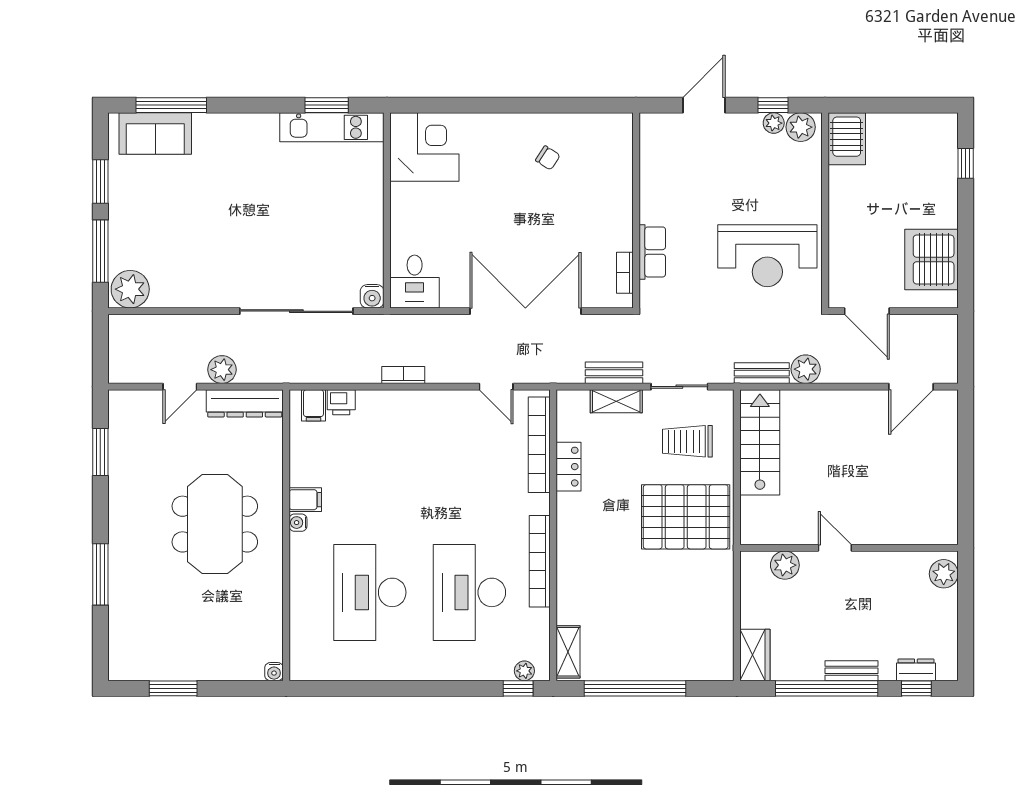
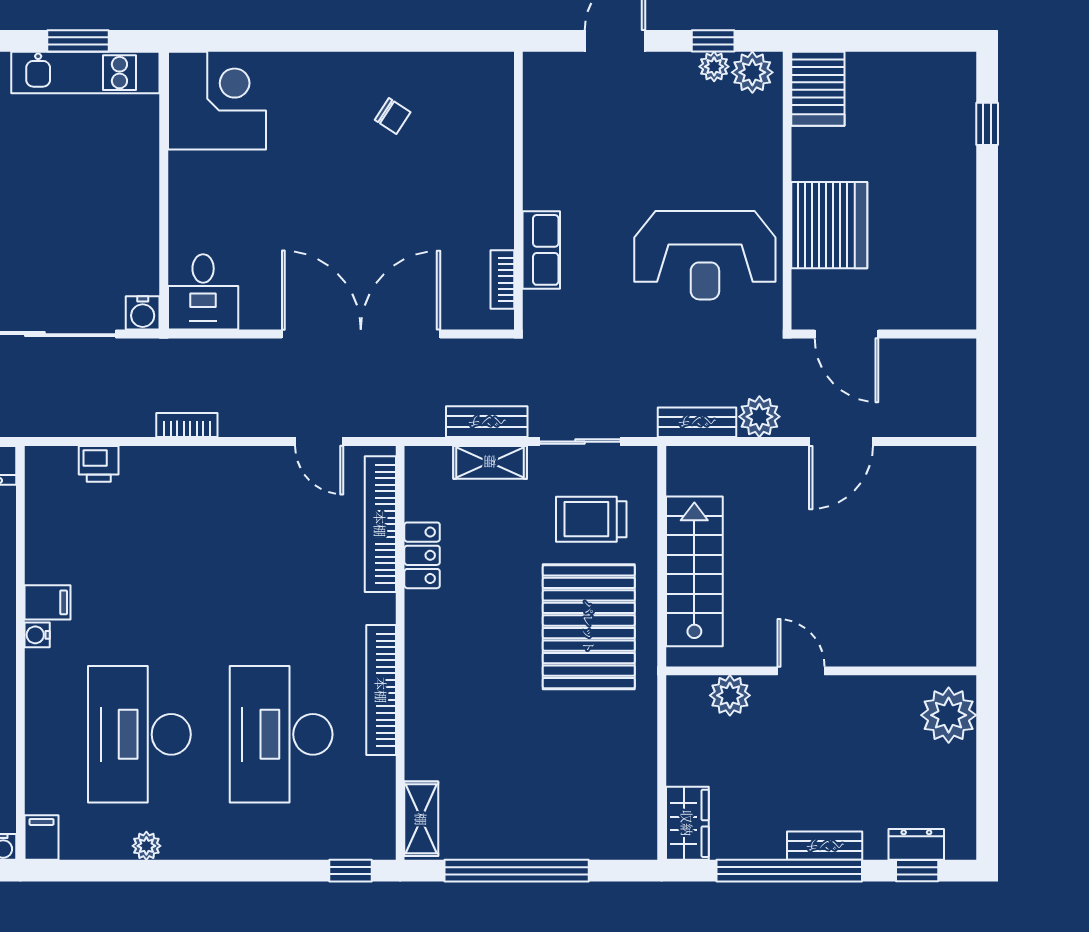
server rack: (931, 259) -> (829, 225), moved, turned 180
door: (911, 387) -> (841, 442), moved
filing cabinet: (313, 405) -> (42, 838), moved, turned 180
stairs: (760, 442) -> (694, 571), moved
pallet: (686, 517) -> (589, 627), turned 90
plant: (944, 574) -> (949, 715), width x1.36, depth x1.36
plant: (524, 671) -> (146, 846), moved

